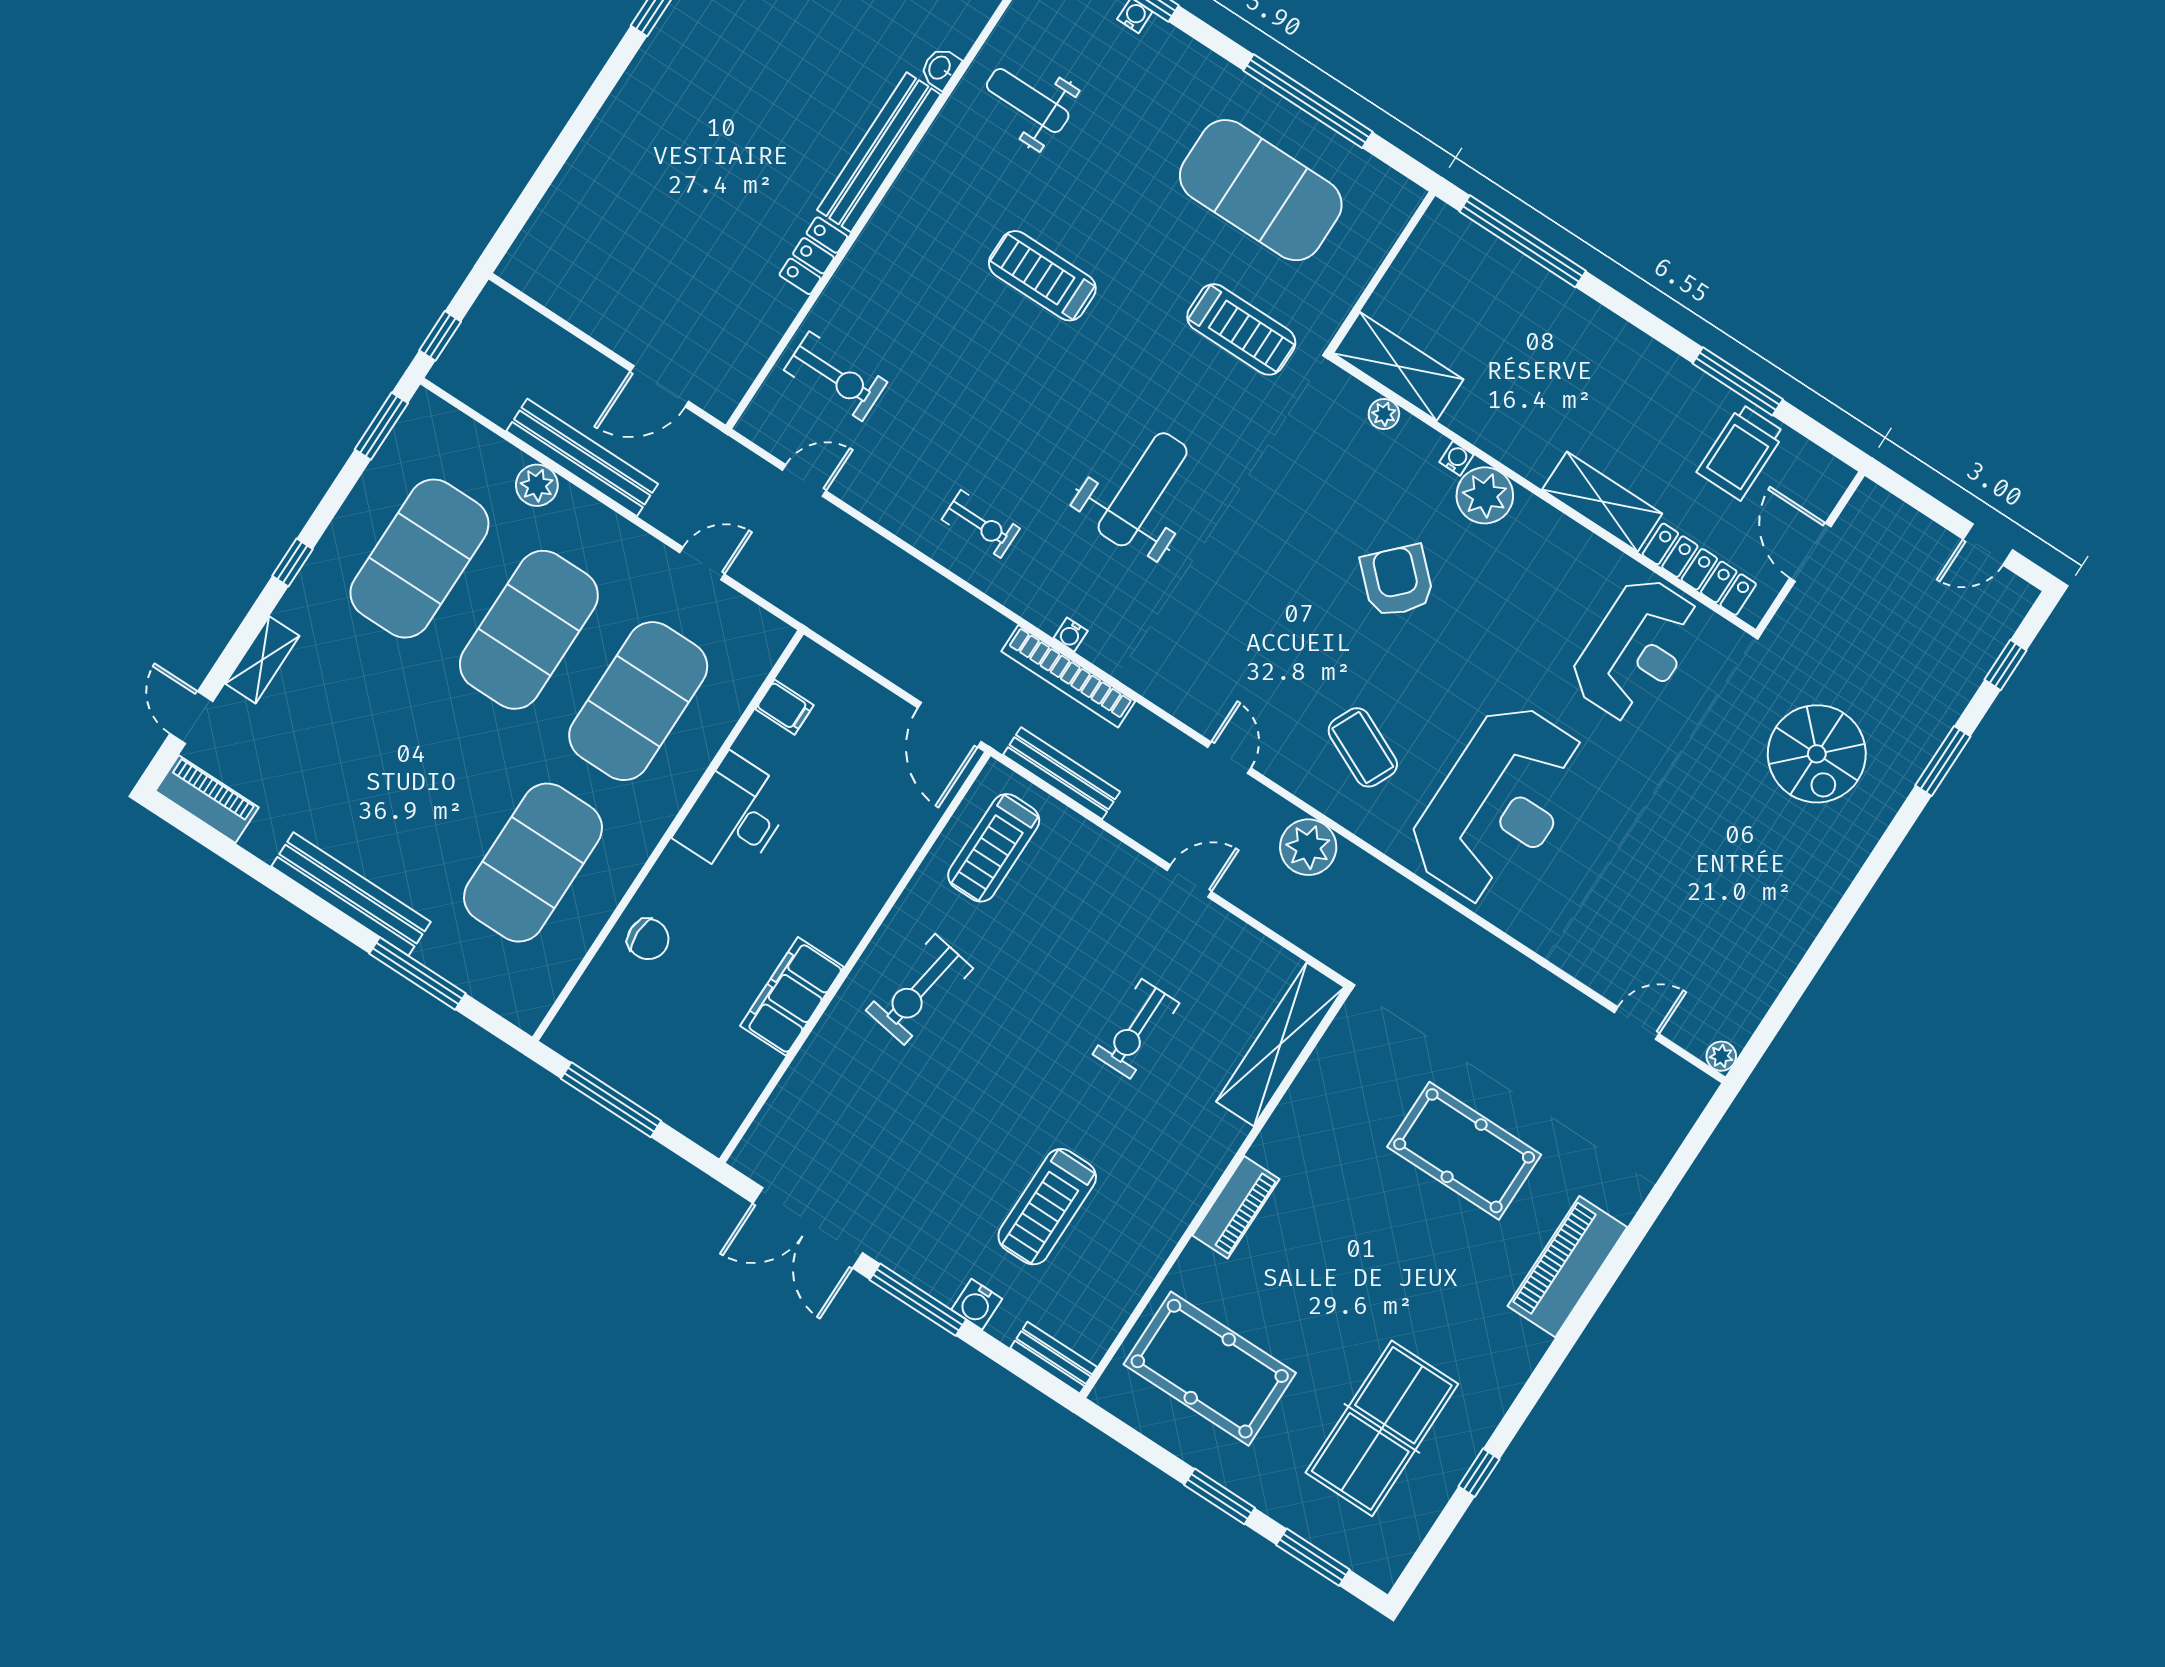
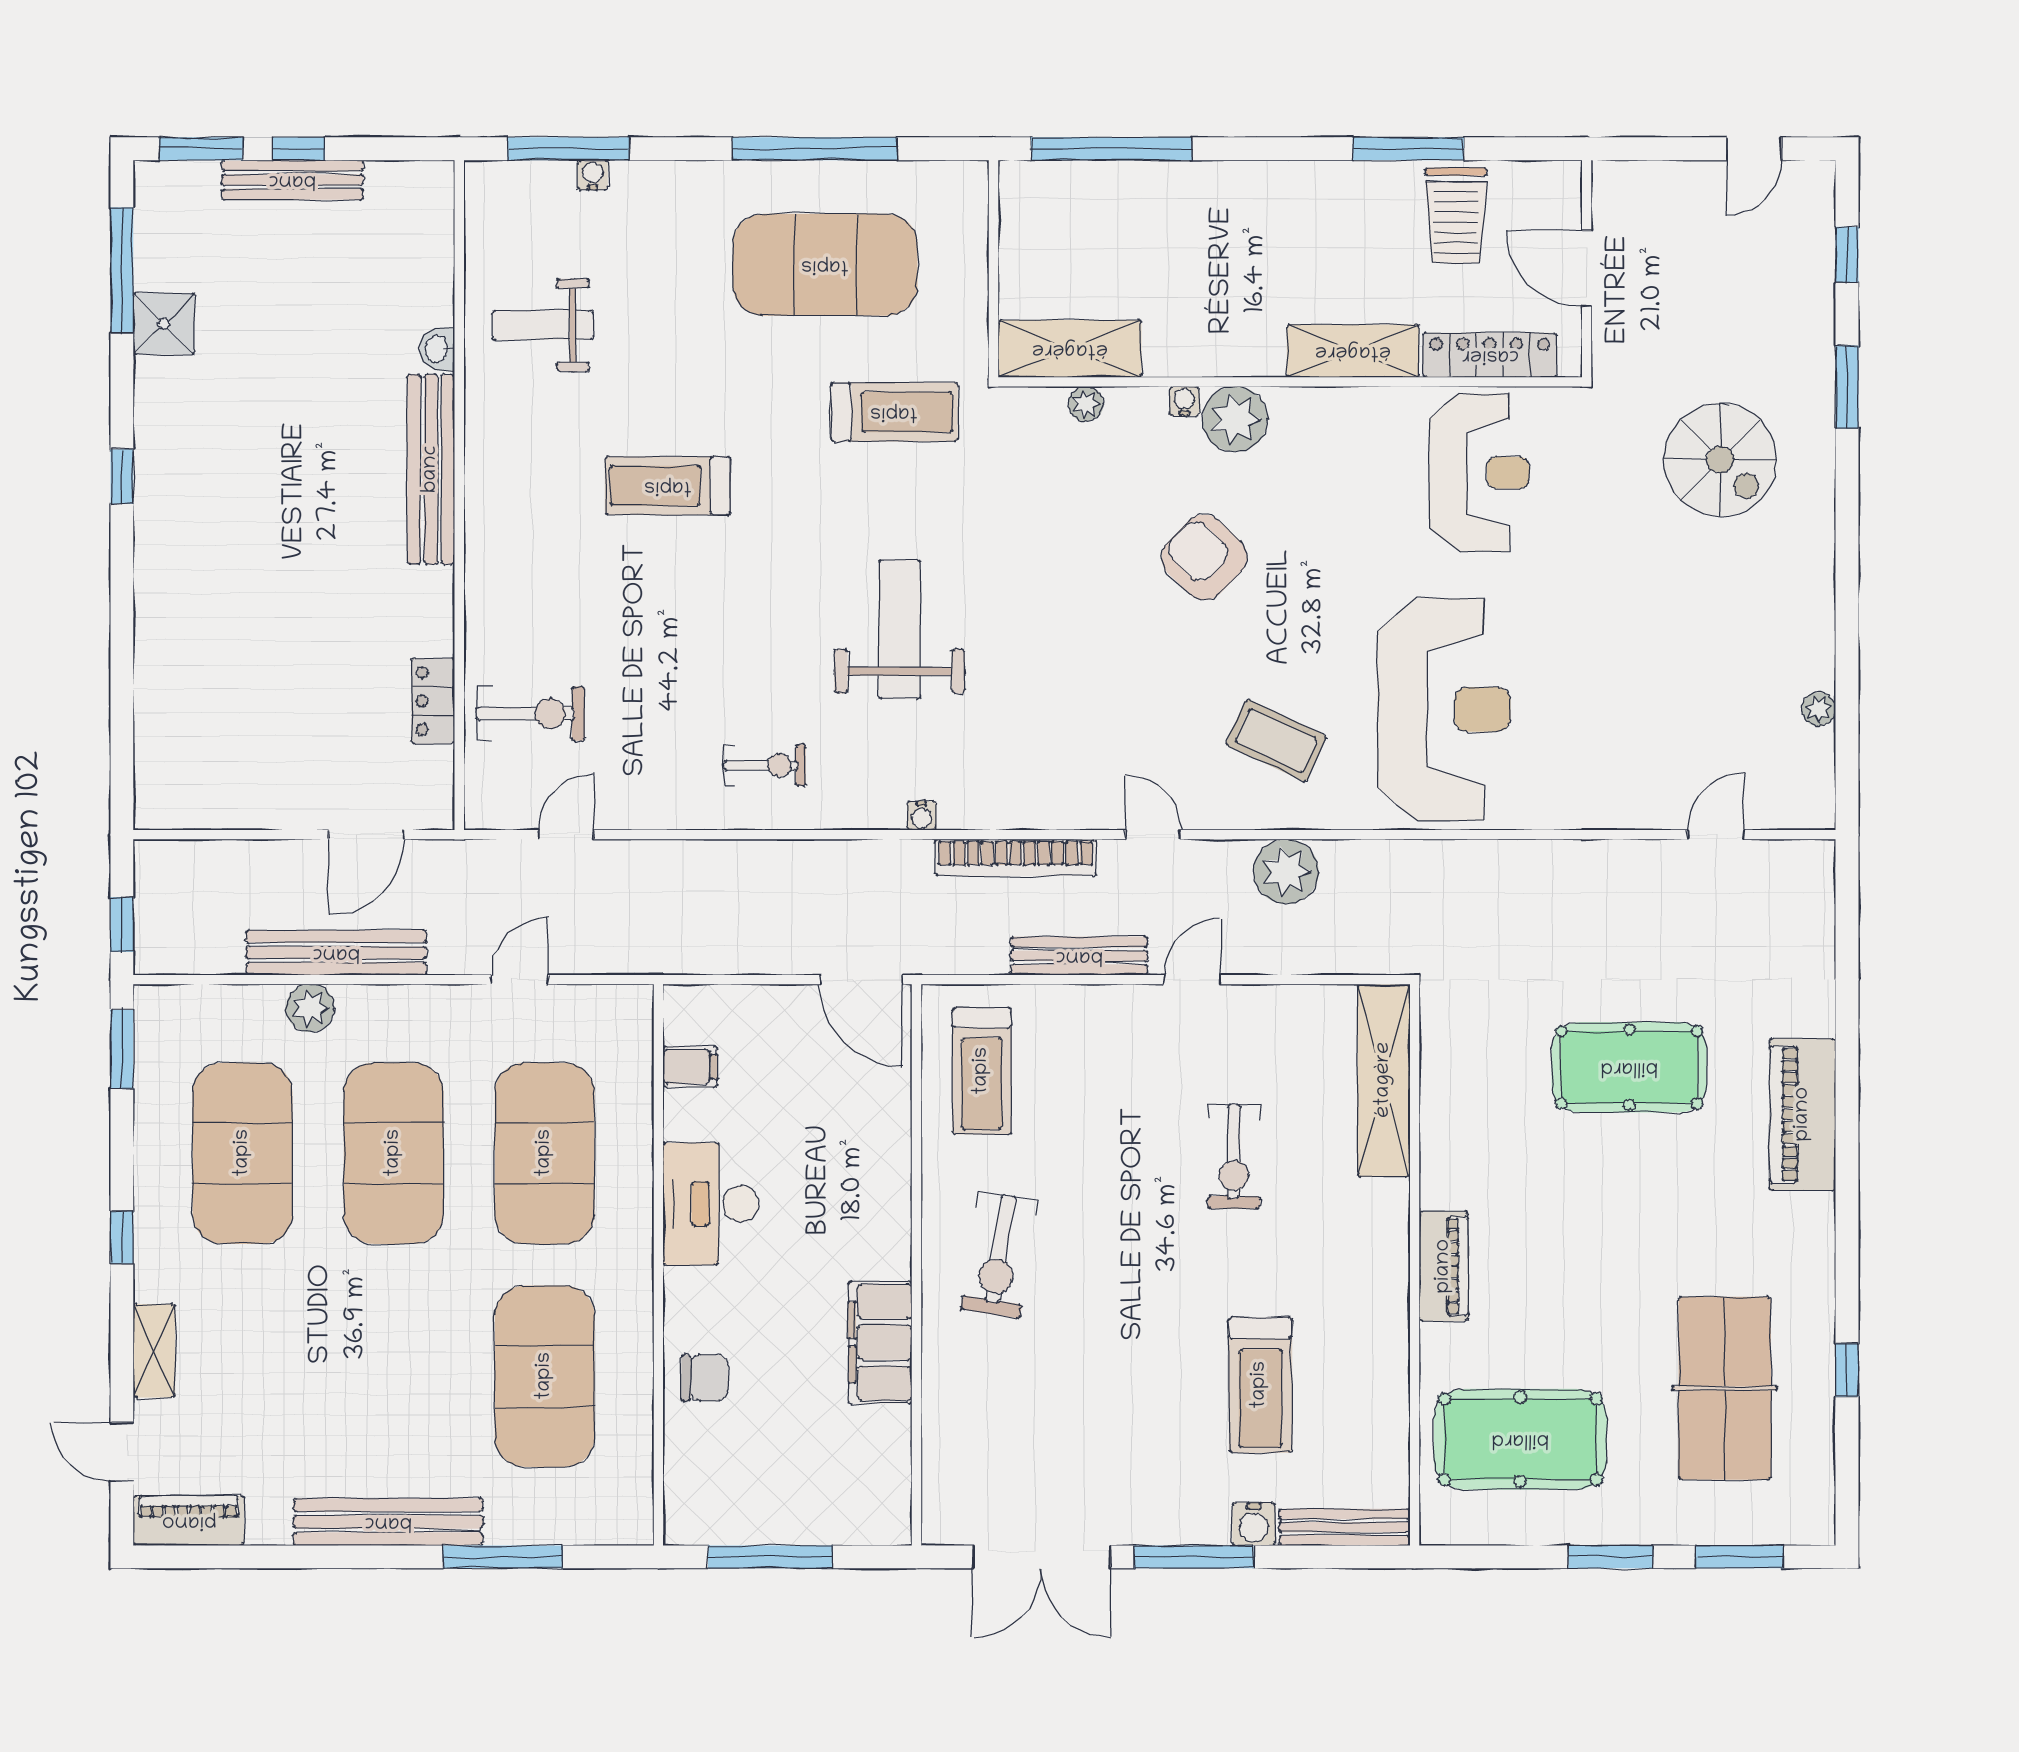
locker: (813, 256) -> (433, 701), moved
bookcase: (1068, 676) -> (1016, 858), moved
bench: (1061, 773) -> (1079, 956), moved
plant: (1721, 1056) -> (1819, 709), moved
bench: (1054, 1358) -> (1344, 1527), width x1.36

